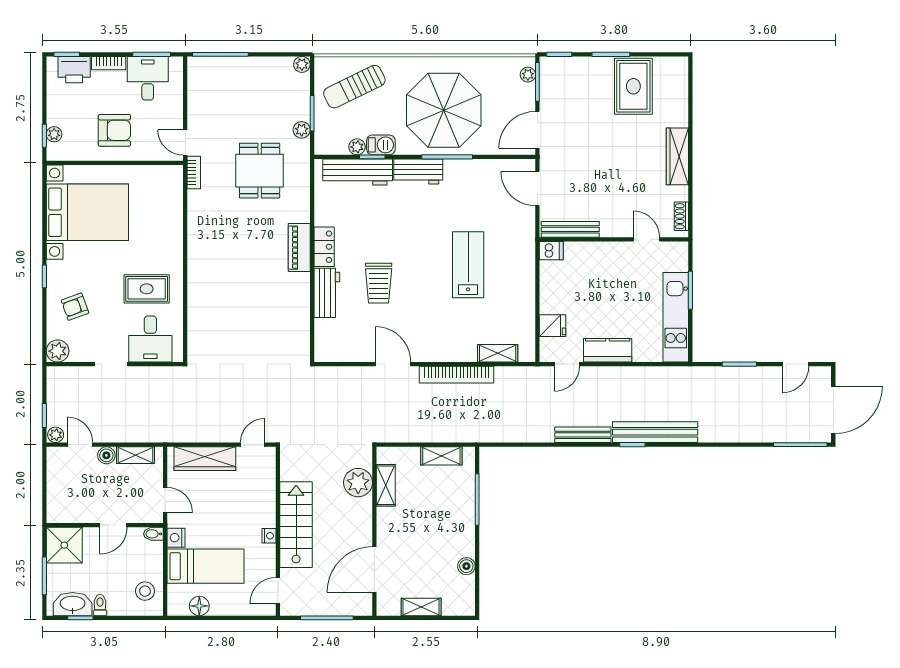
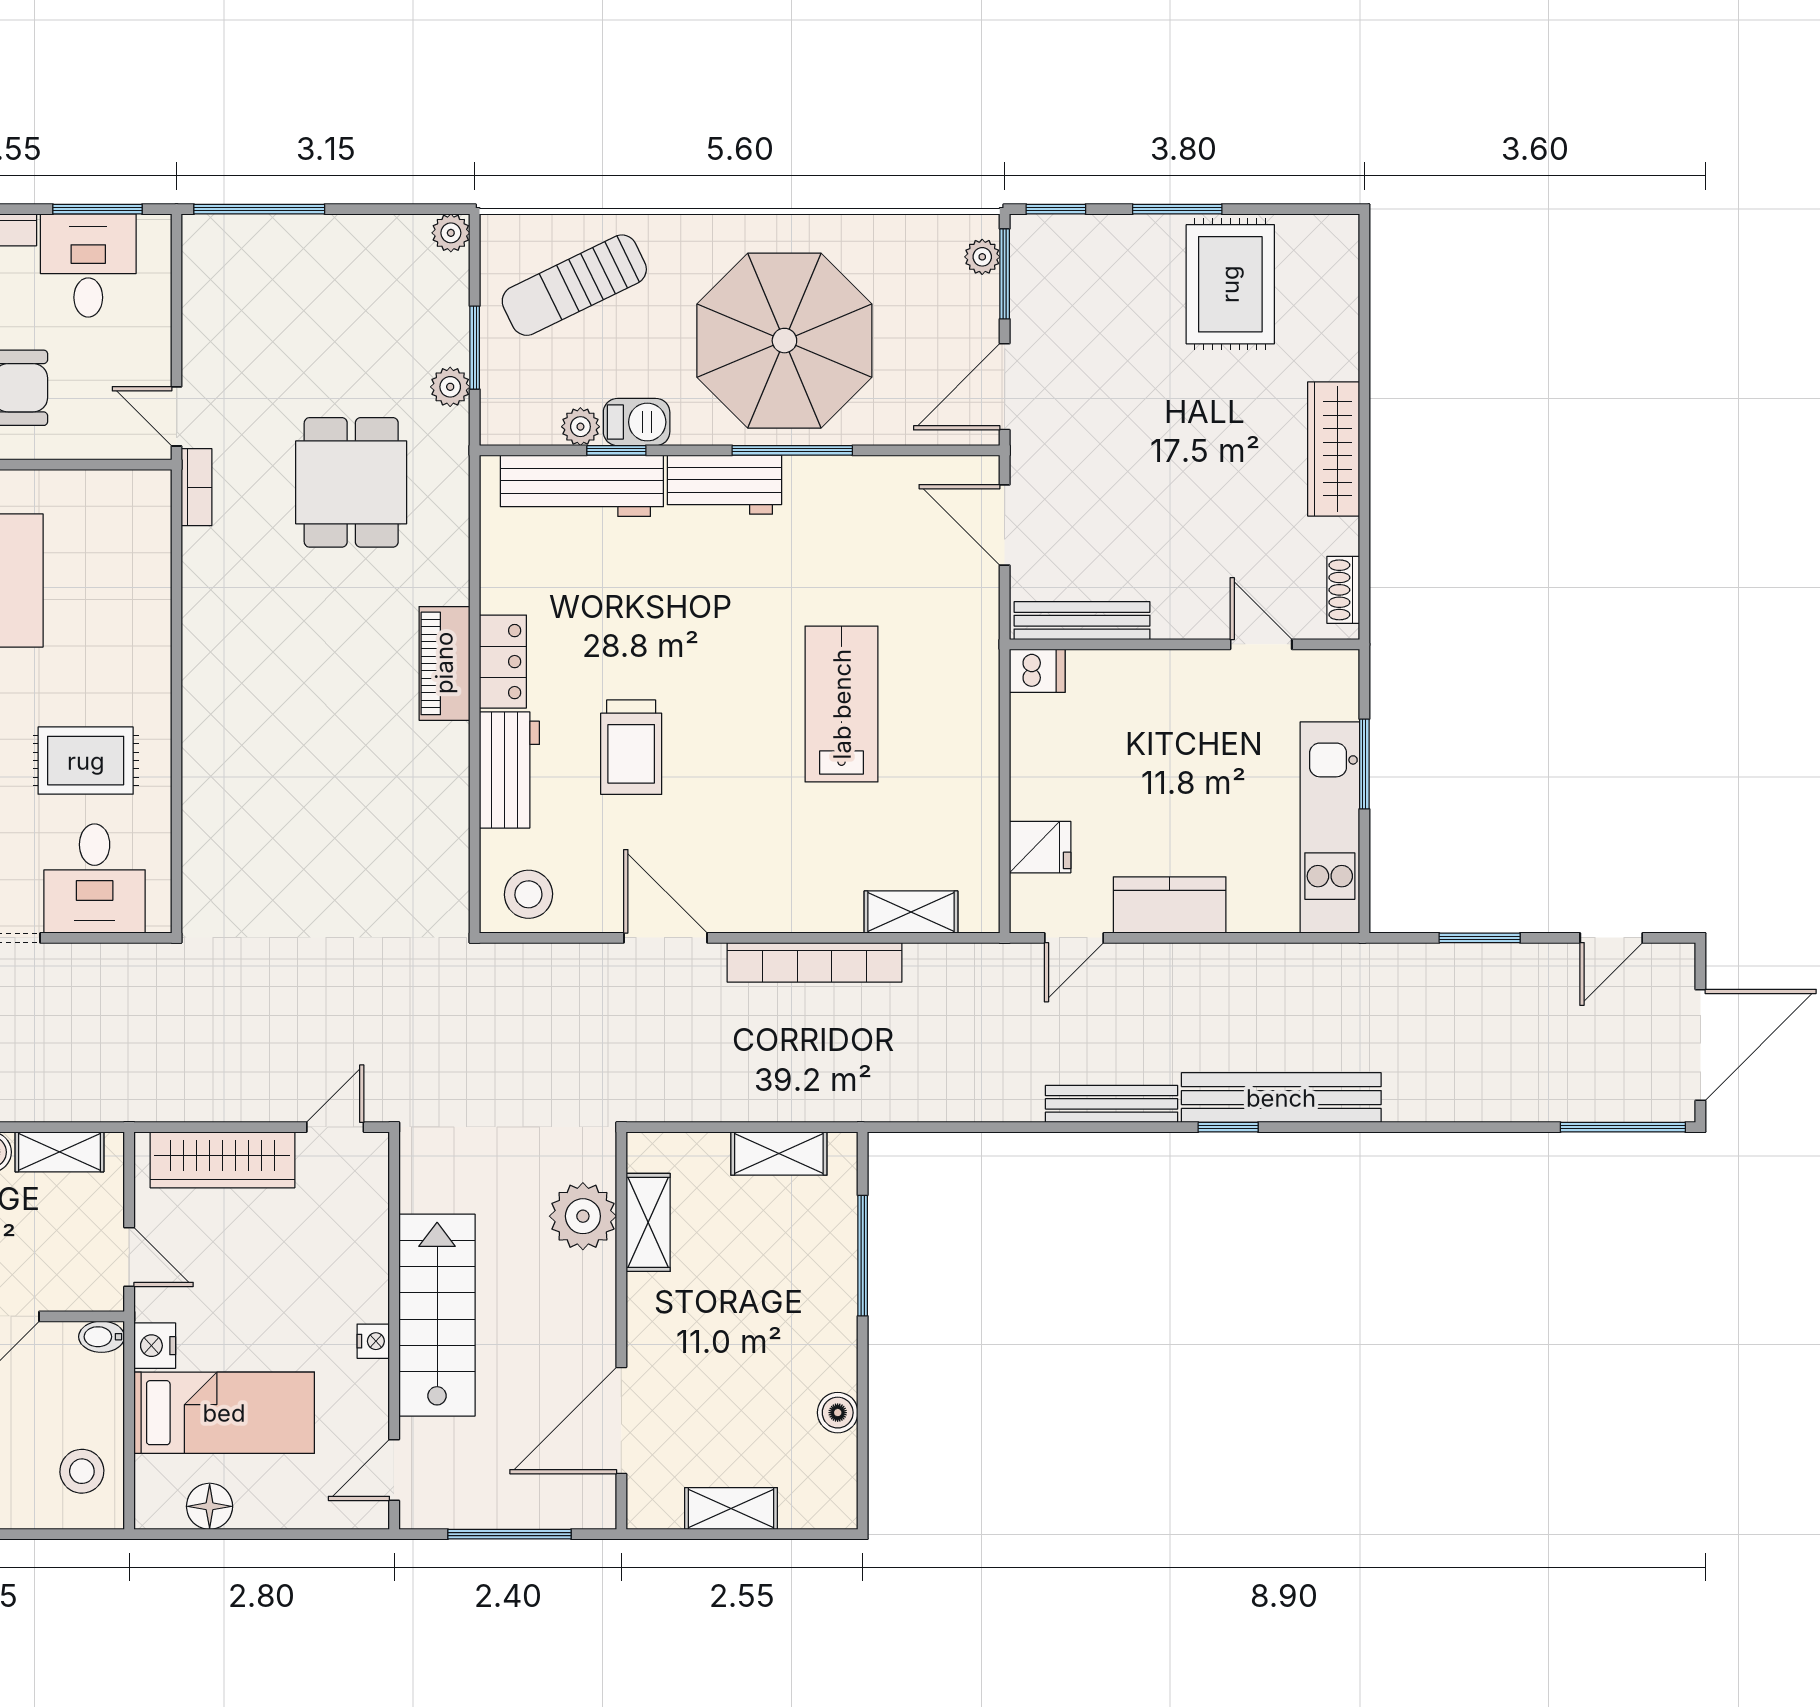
stool: (335, 346) -> (528, 894), added

